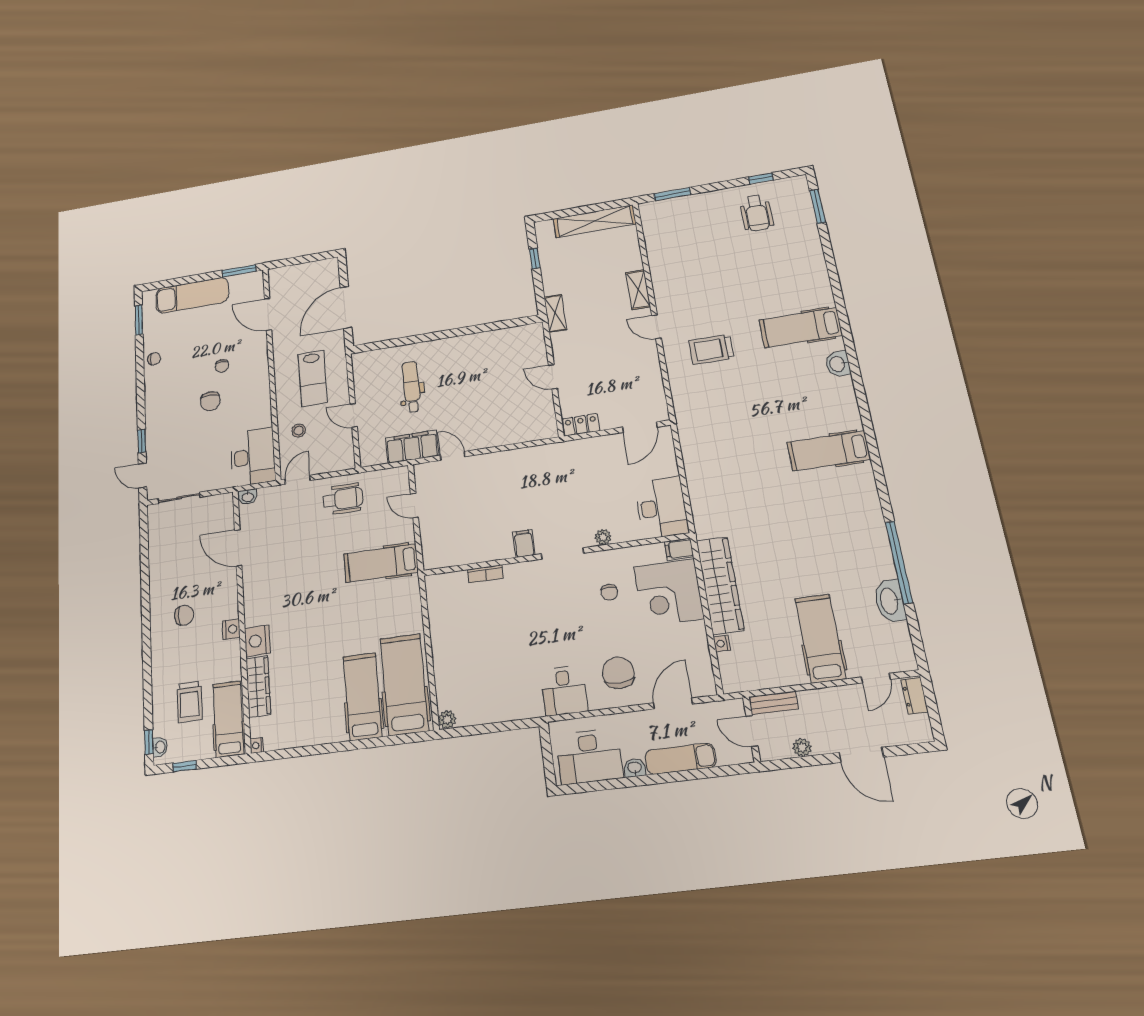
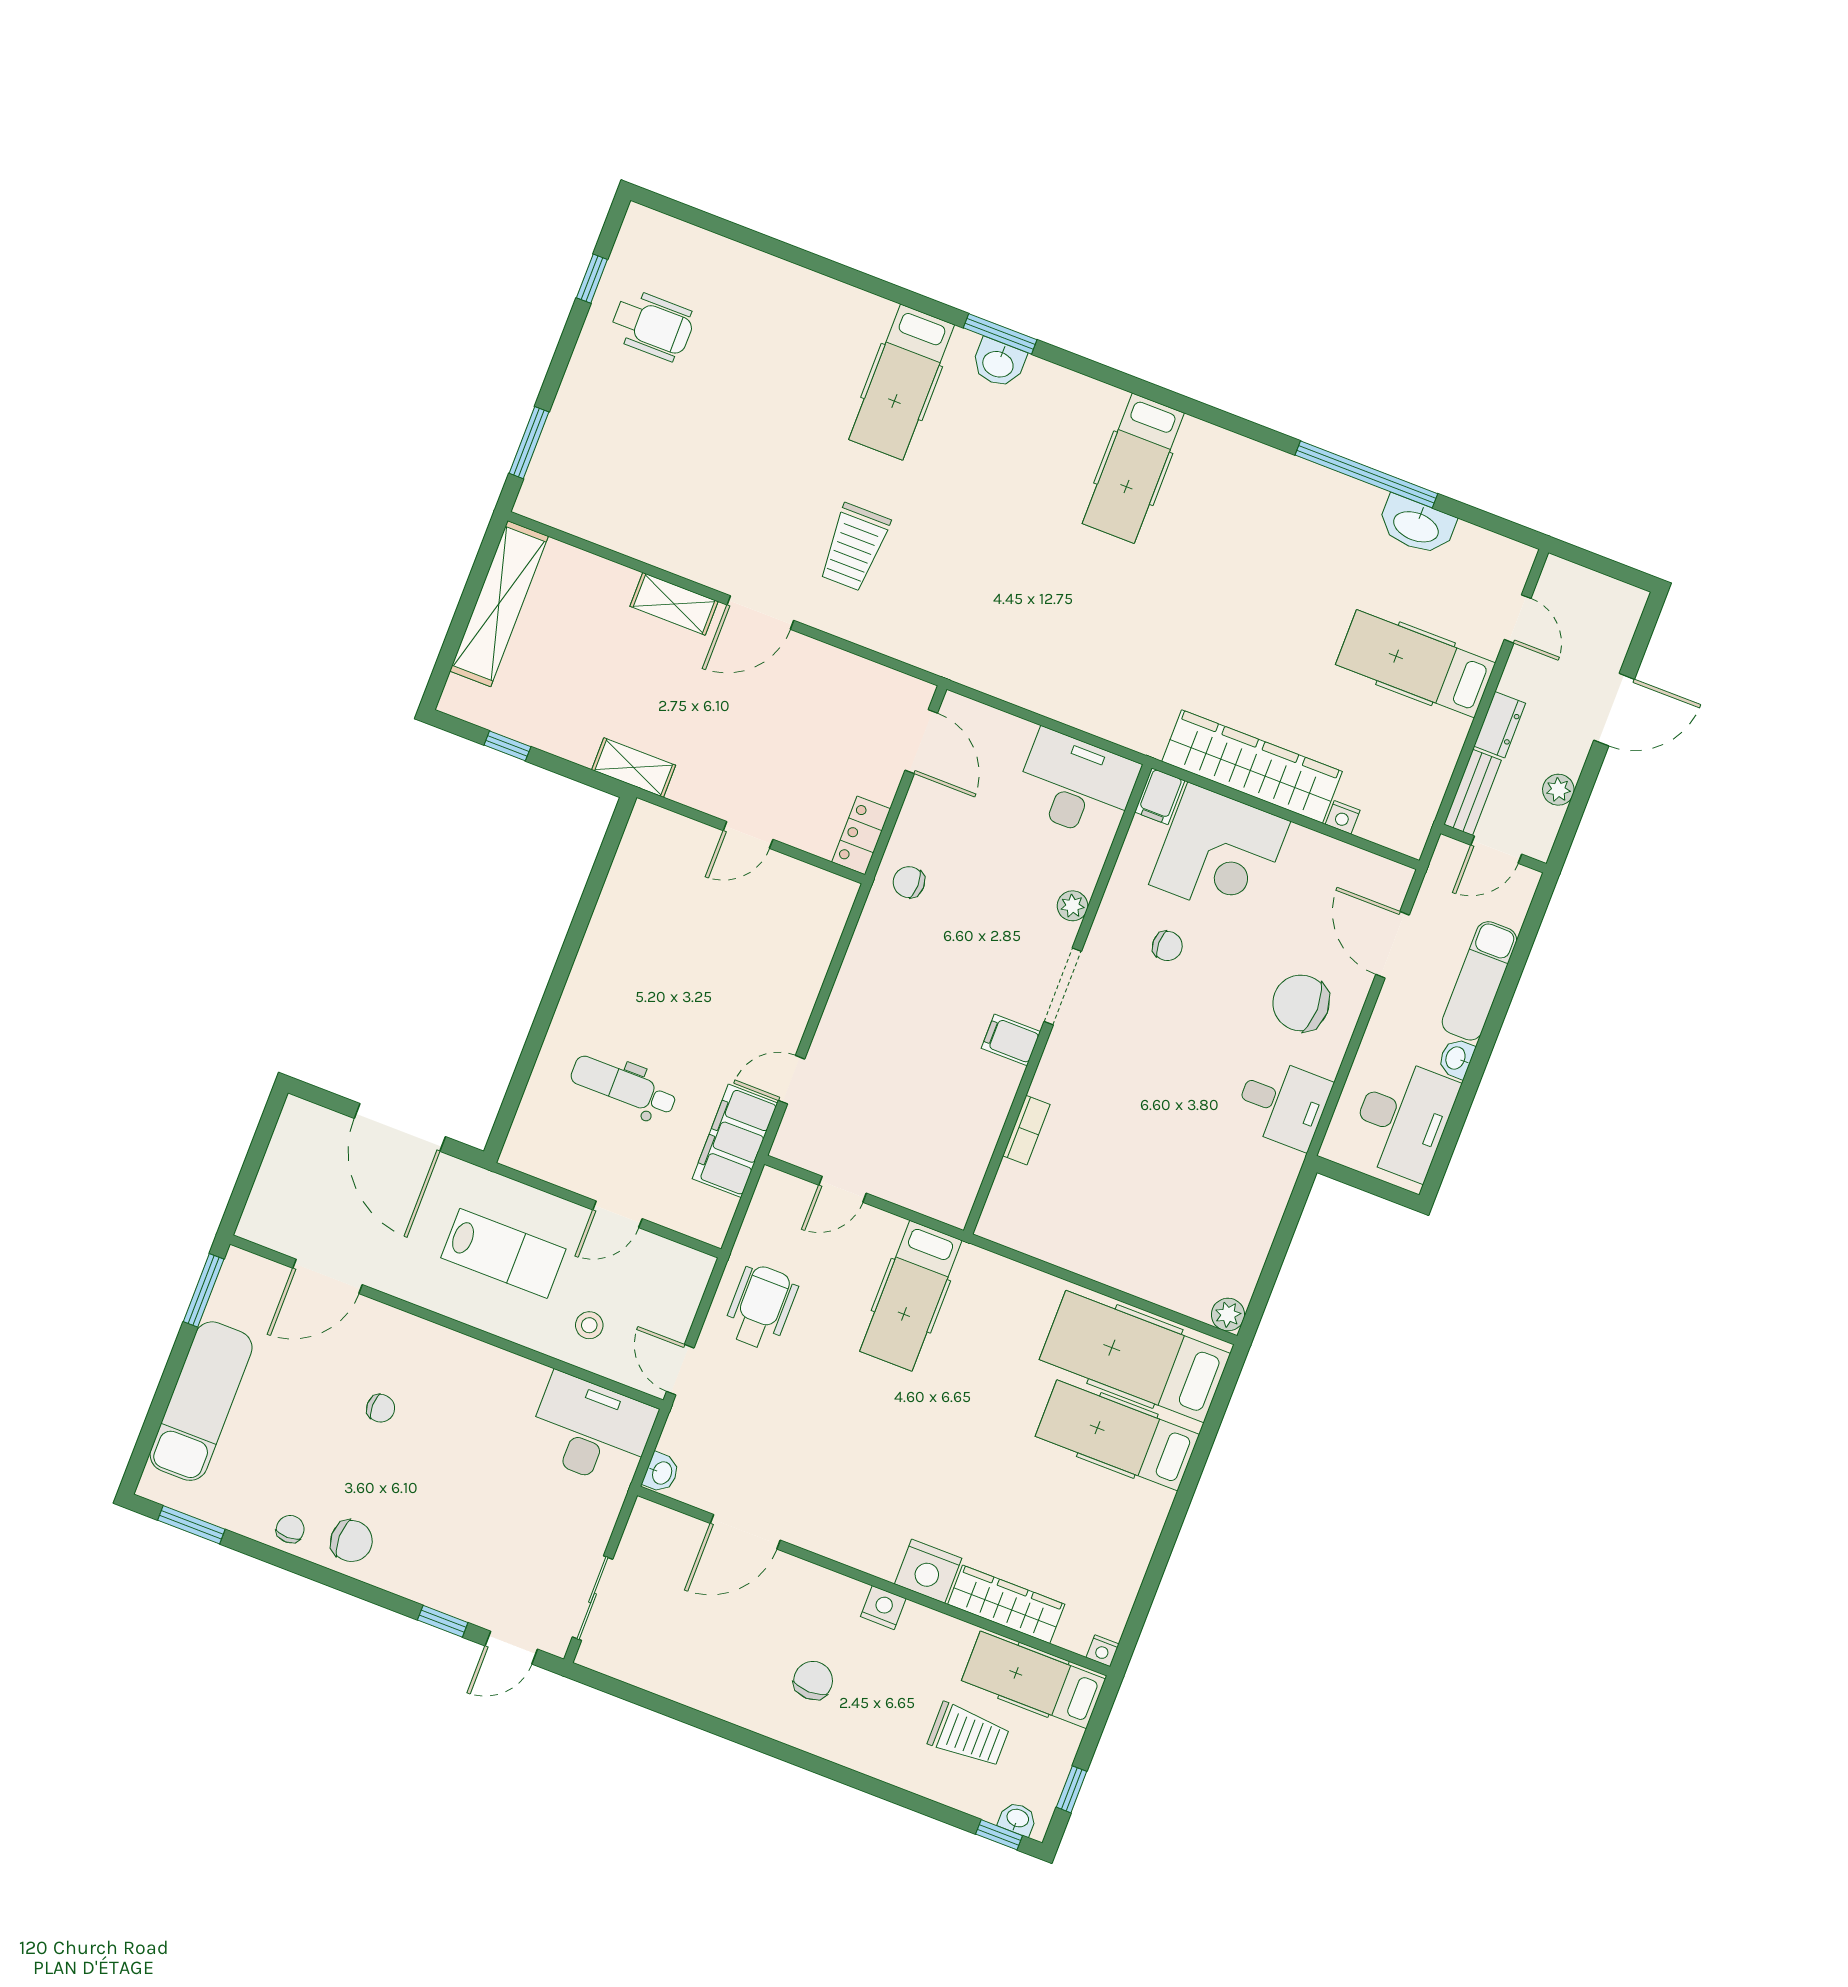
window: (818, 206) -> (1000, 334), moved
door: (656, 327) -> (760, 613), width x1.37
chair: (210, 401) -> (351, 1541), moved
chair: (572, 457) -> (909, 882), added
dresser: (914, 696) -> (1500, 725), moved, turned -90

